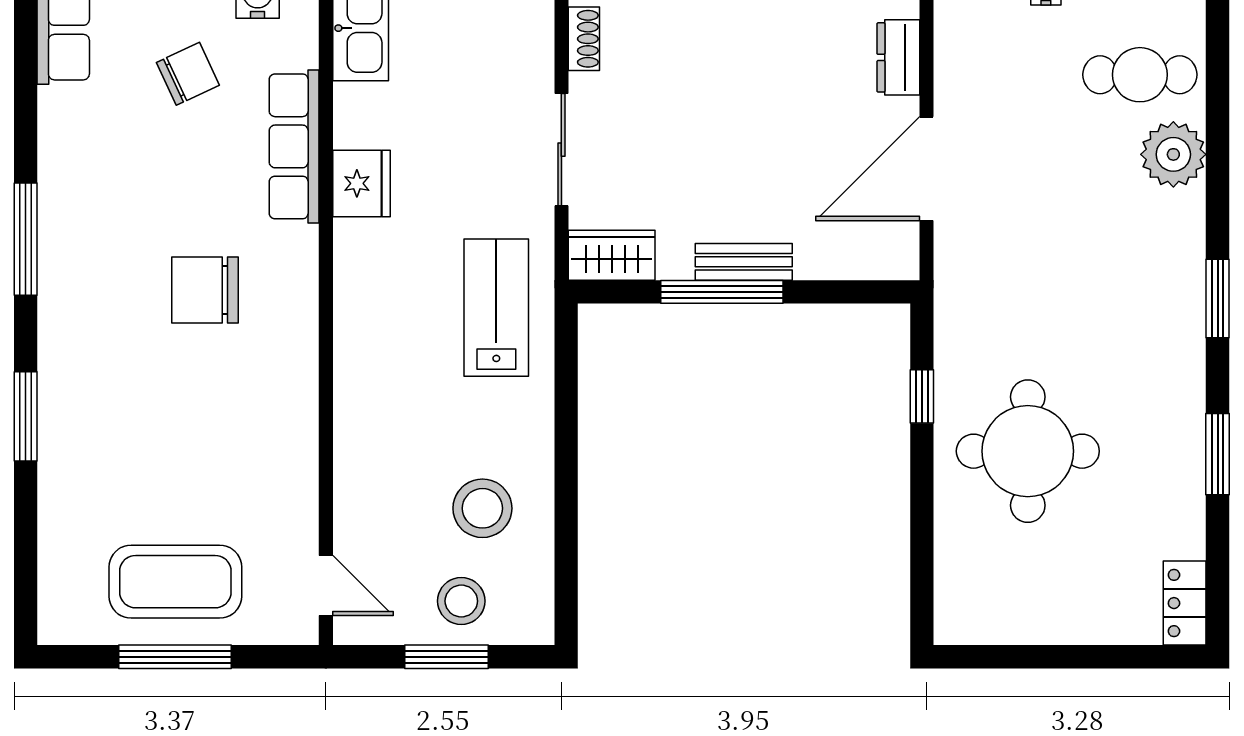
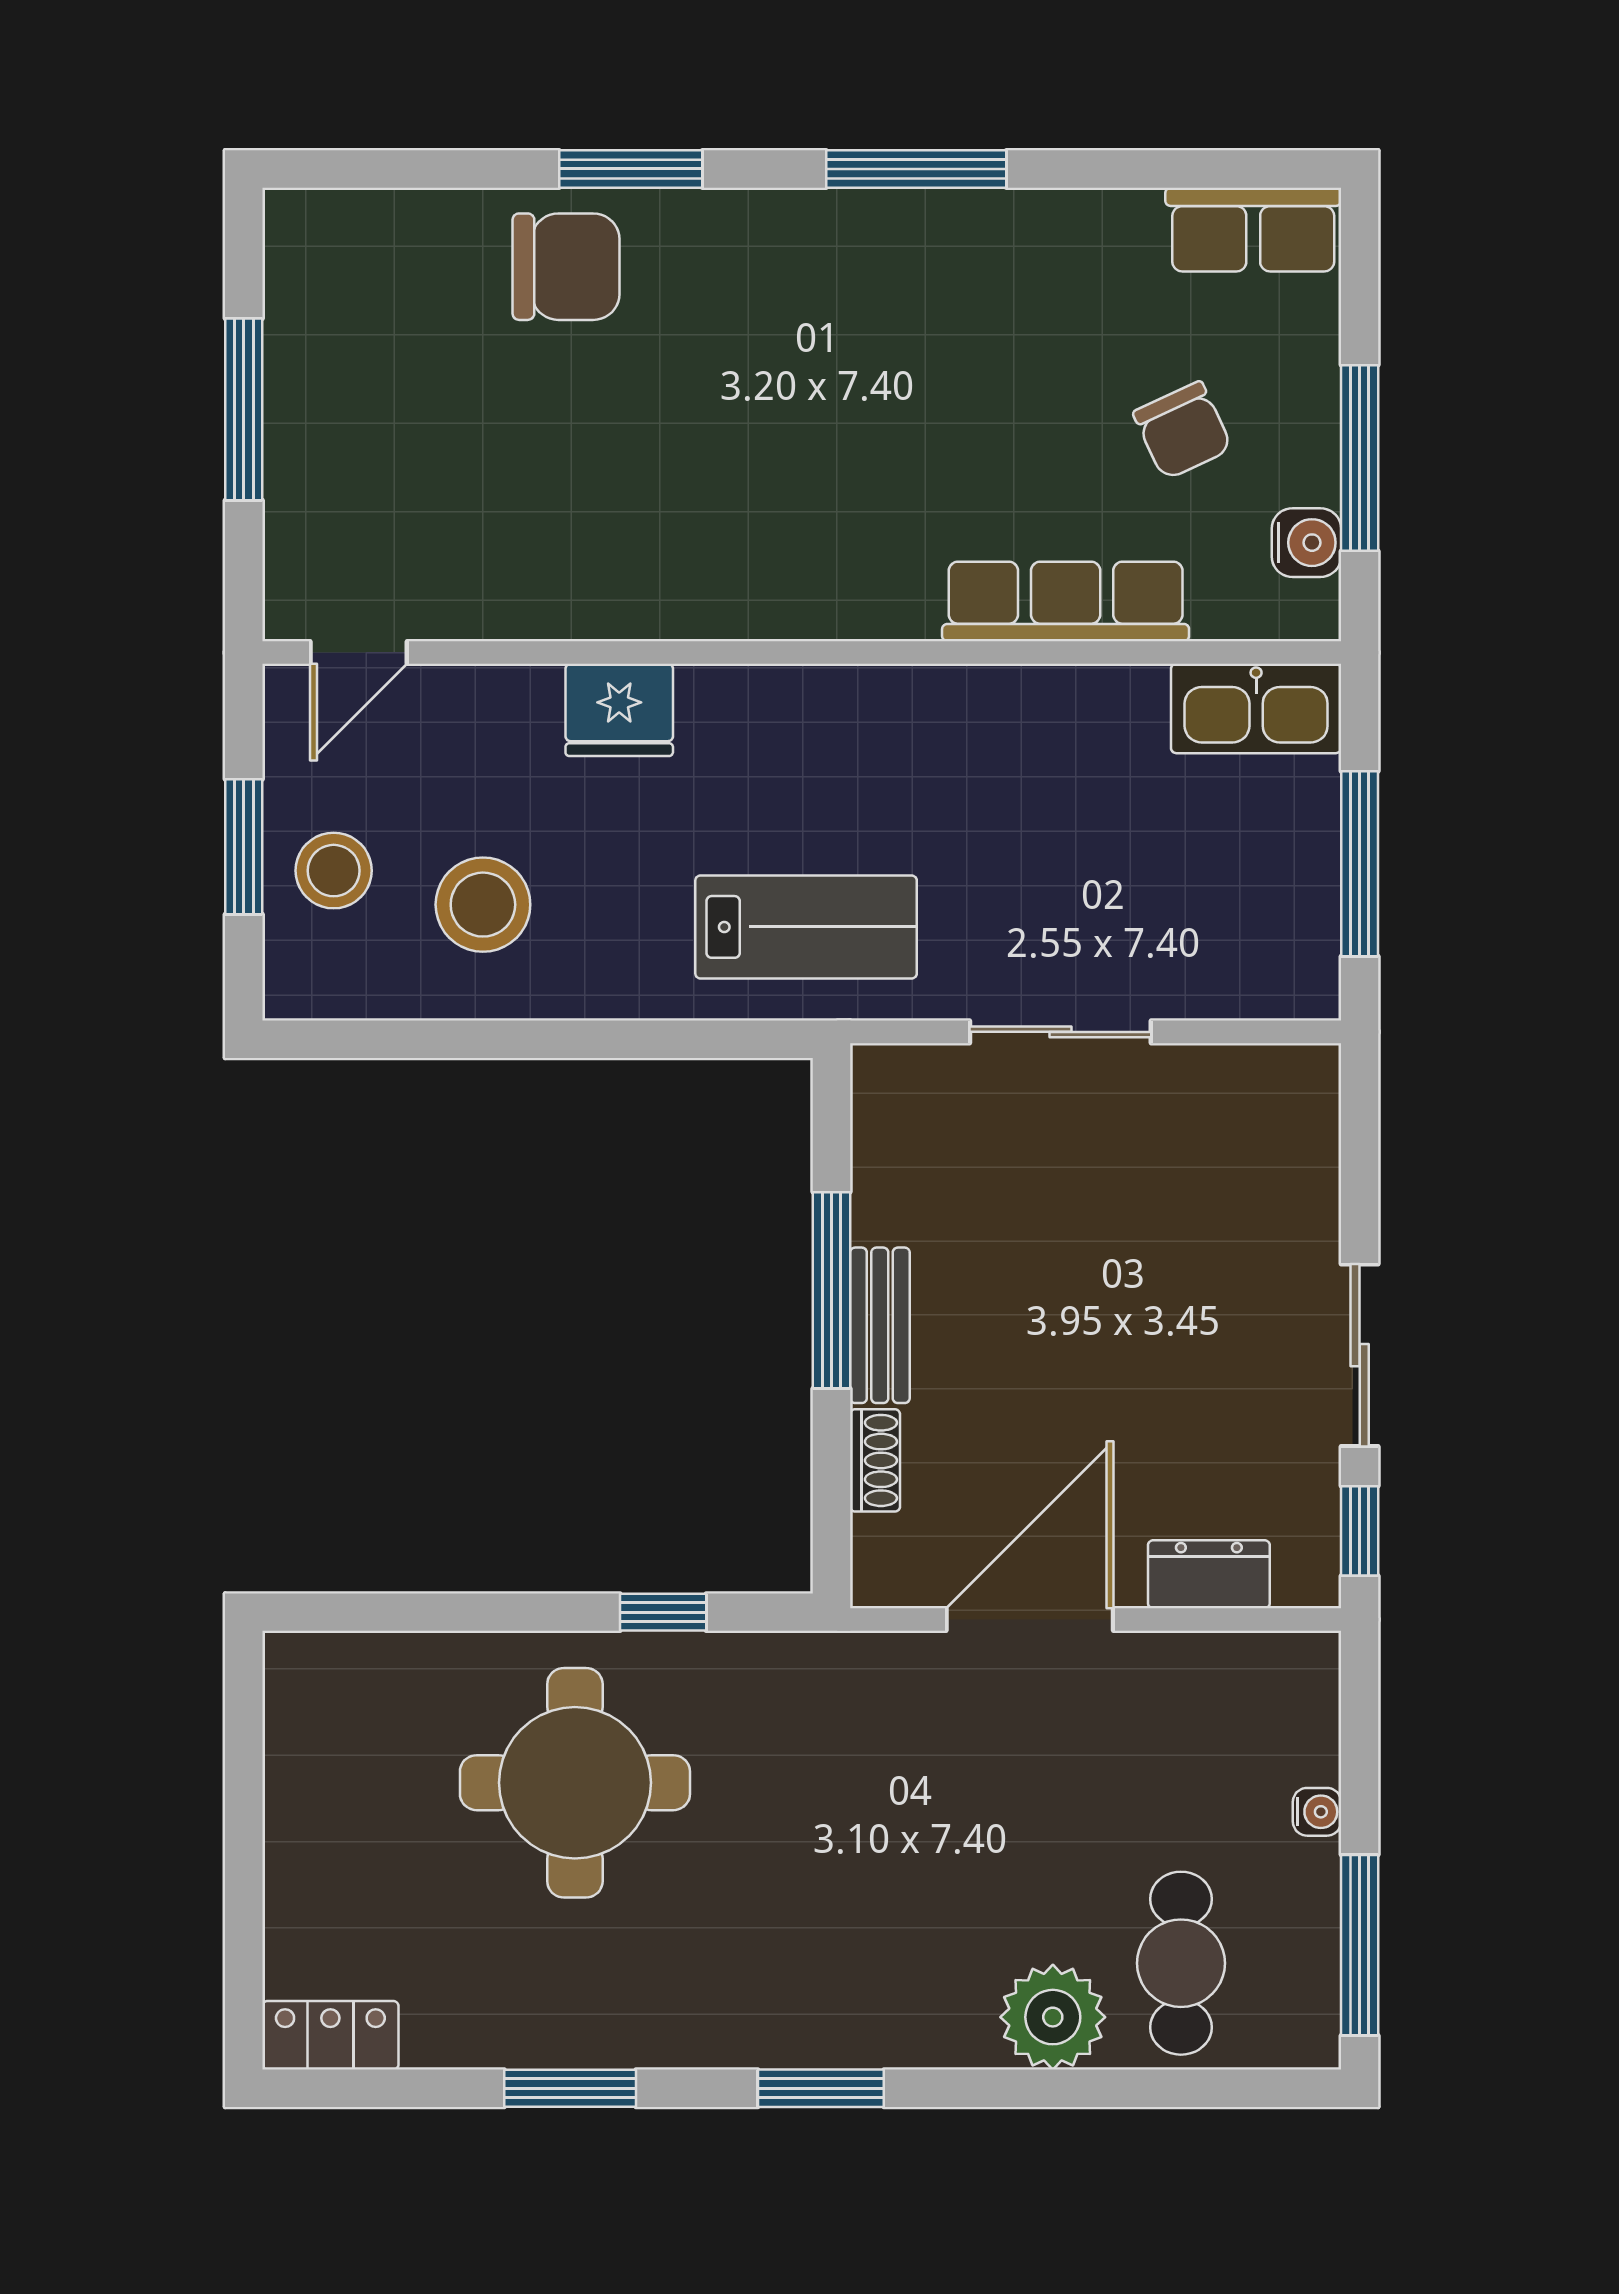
shoe rack: (584, 39) -> (875, 1460), moved, turned -90
door: (926, 169) -> (1030, 1620), hinge flipped
fridge: (361, 183) -> (619, 710), moved
wardrobe: (612, 255) -> (890, 1113), removed
chair: (205, 290) -> (566, 267), moved, turned 90
coffee table: (175, 582) -> (365, 410), removed

